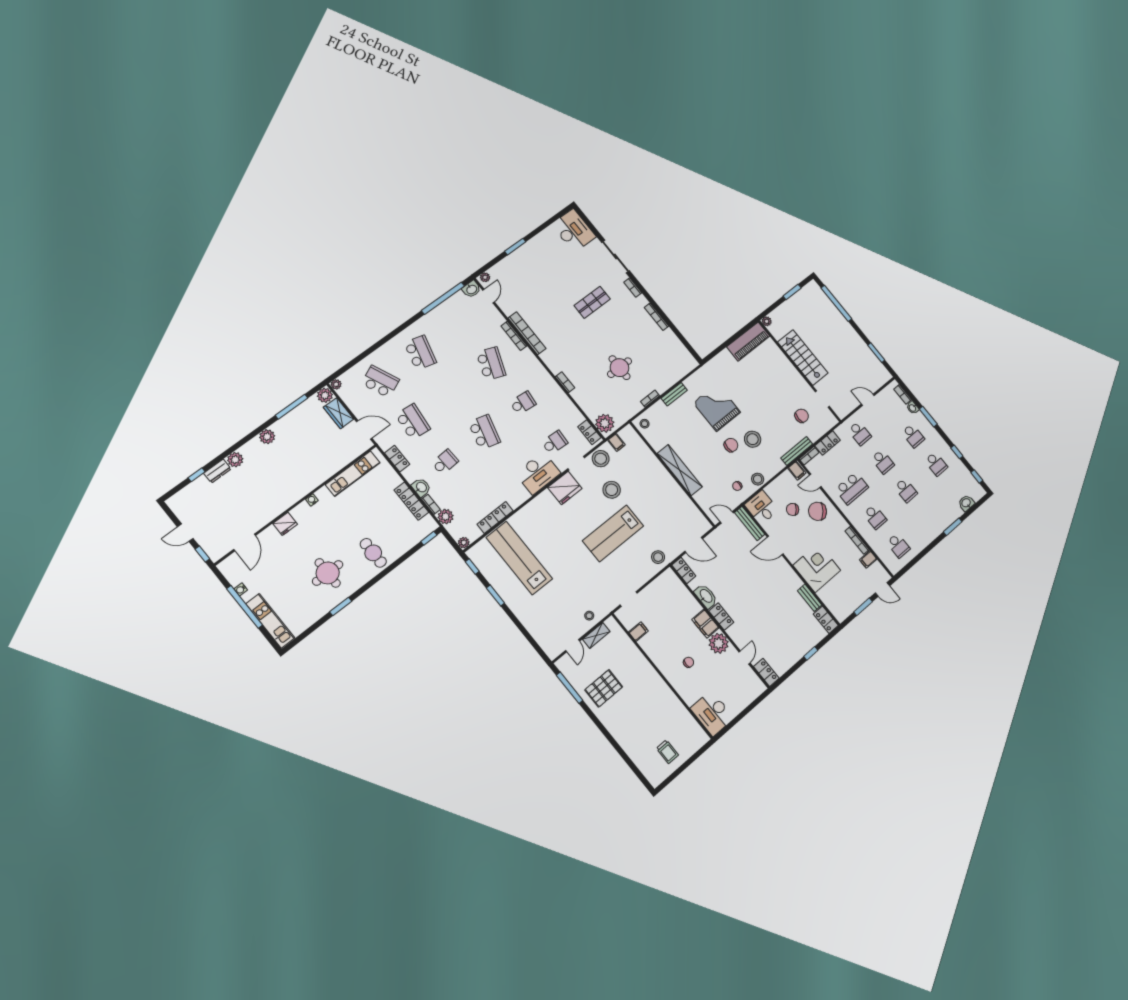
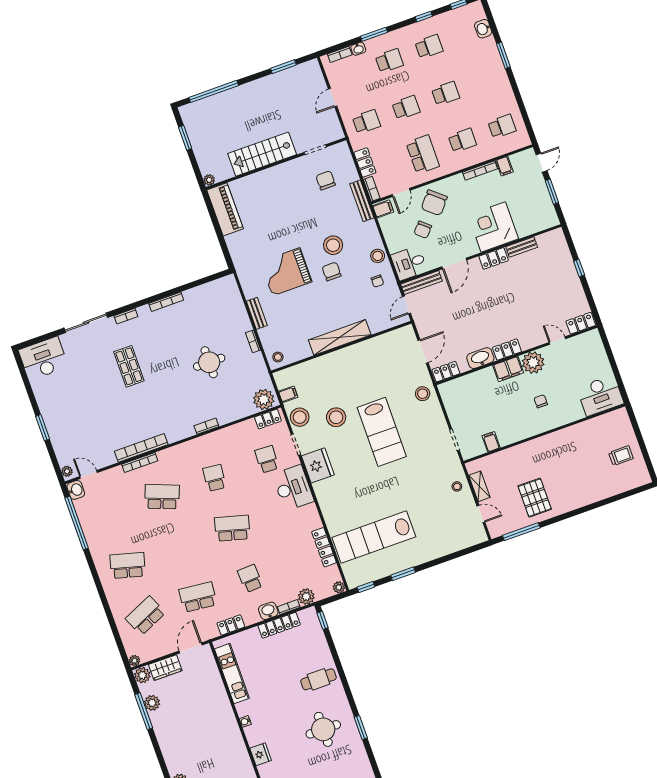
plant: (267, 437) -> (152, 703), moved
locker: (826, 620) -> (494, 258), moved

